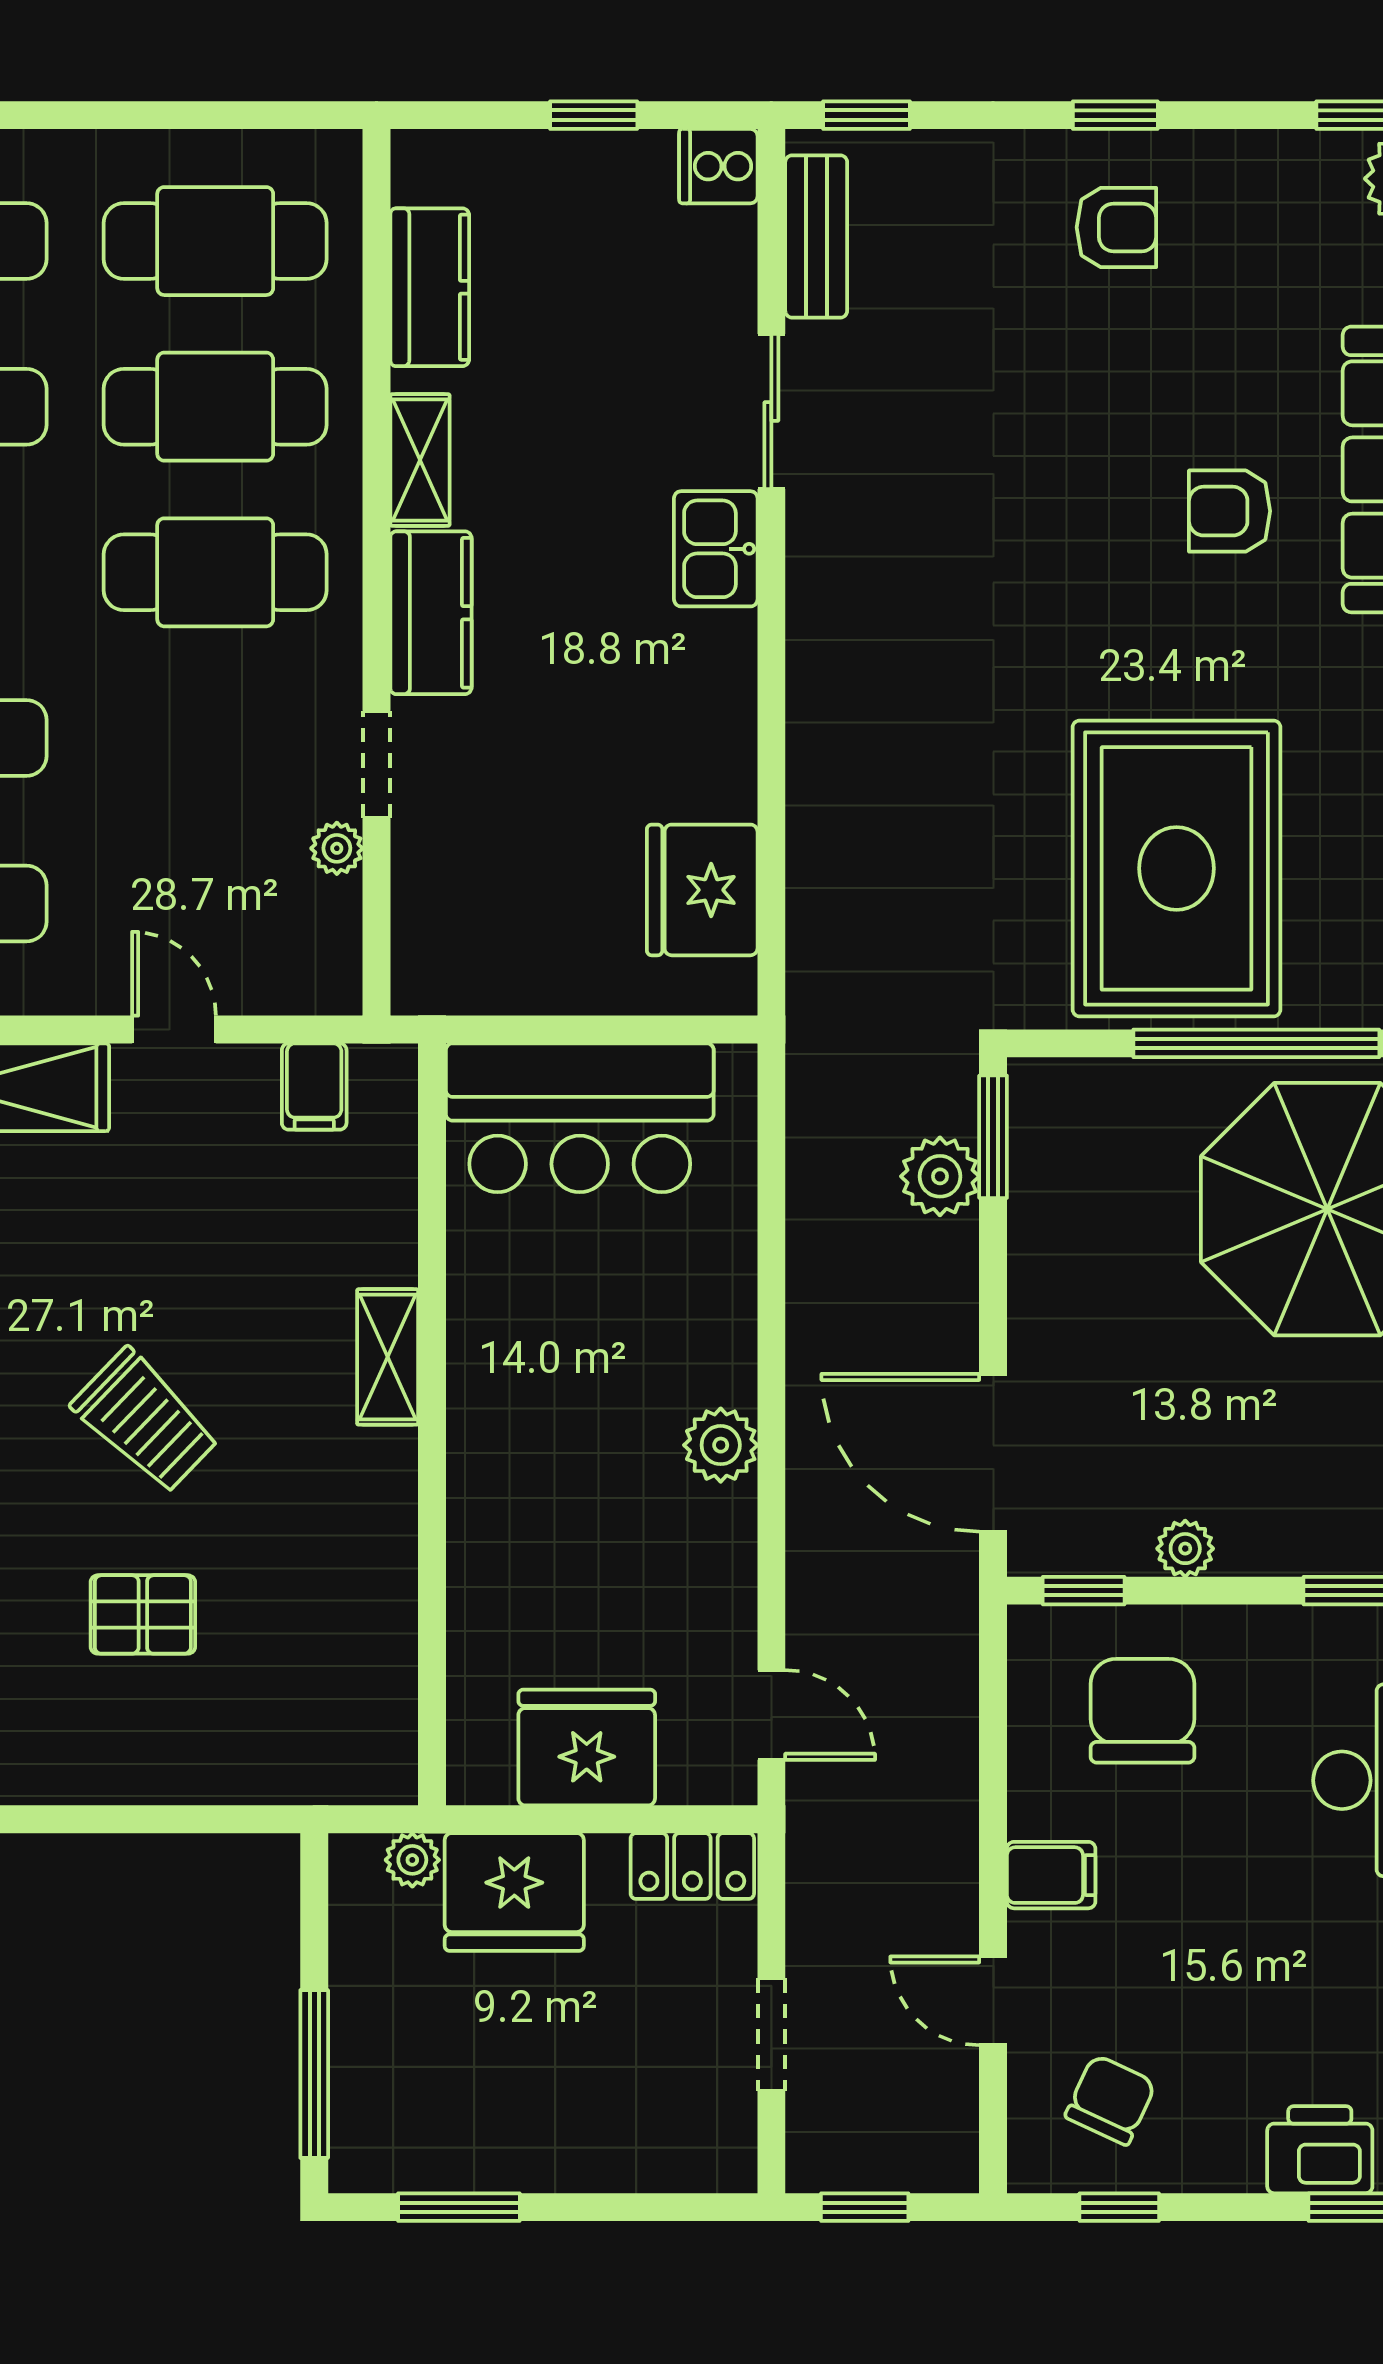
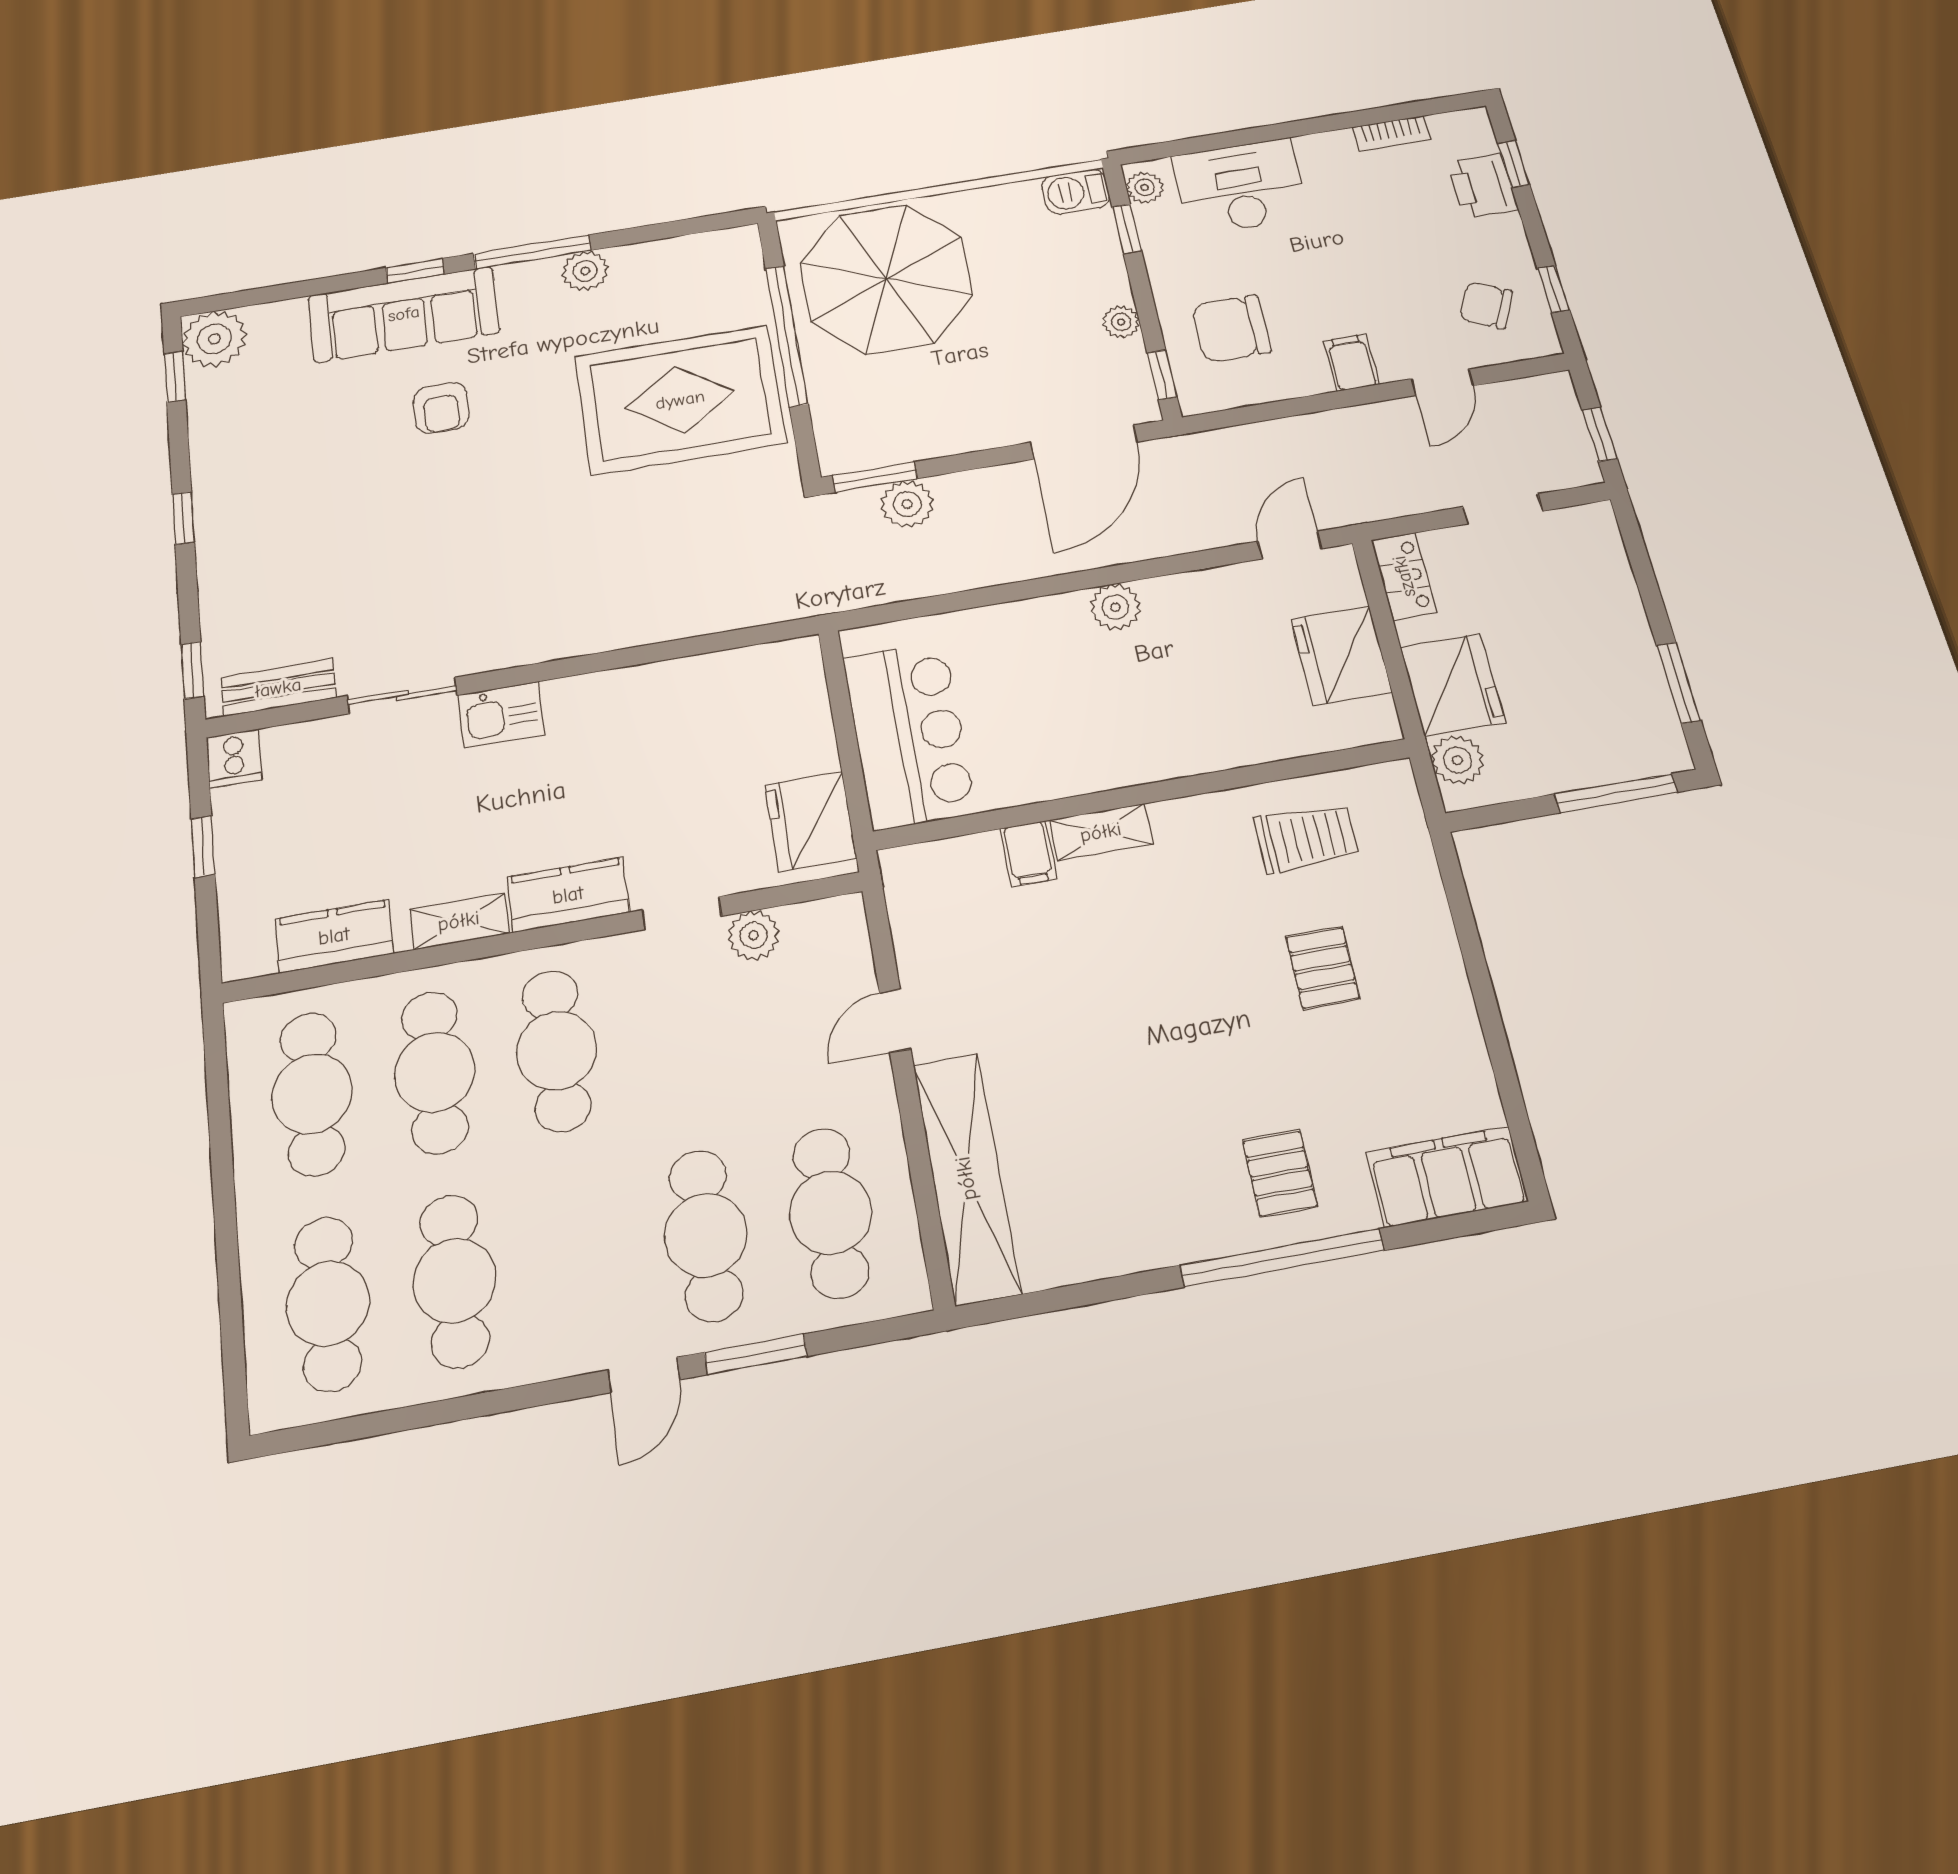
armchair: (1116, 227) -> (259, 505), removed
plant: (337, 848) -> (754, 935), width x1.38, depth x1.38
fridge: (702, 890) -> (811, 821), moved, turned 90
filing cabinet: (314, 1087) -> (1028, 854), moved, turned 90
trolley: (145, 1421) -> (1306, 838), moved, turned 46
plant: (412, 1860) -> (1457, 760), width x1.38, depth x1.38

